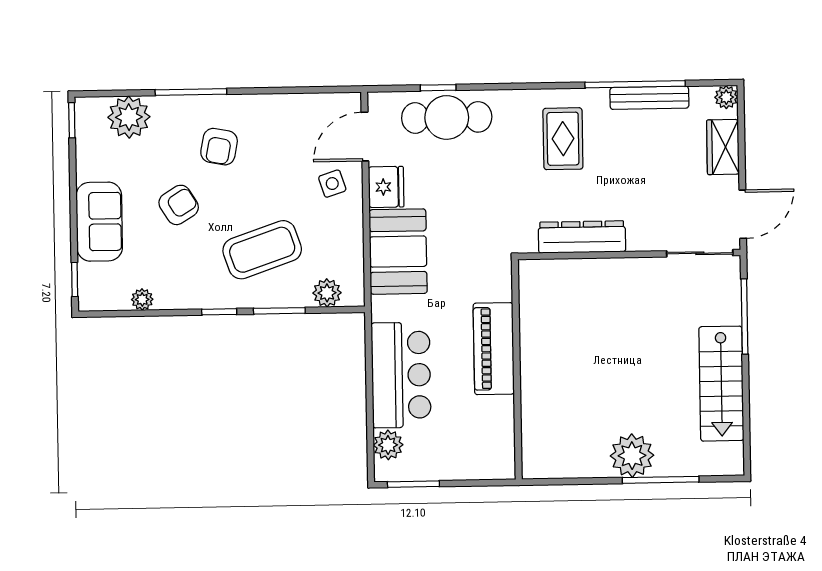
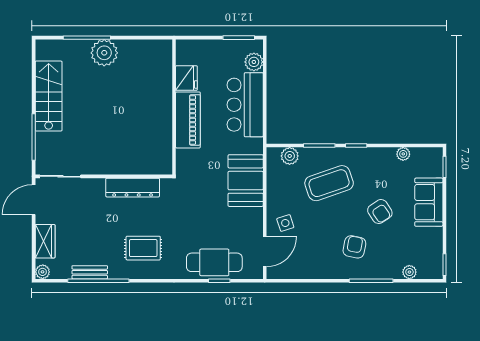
bench: (649, 98) -> (90, 272), width x0.73
plant: (129, 117) -> (409, 272), width x0.53, depth x0.53
rug: (563, 139) -> (143, 248), turned 90
fridge: (386, 187) -> (186, 78), moved, turned 180
armchair: (179, 205) -> (380, 212), turned -91

